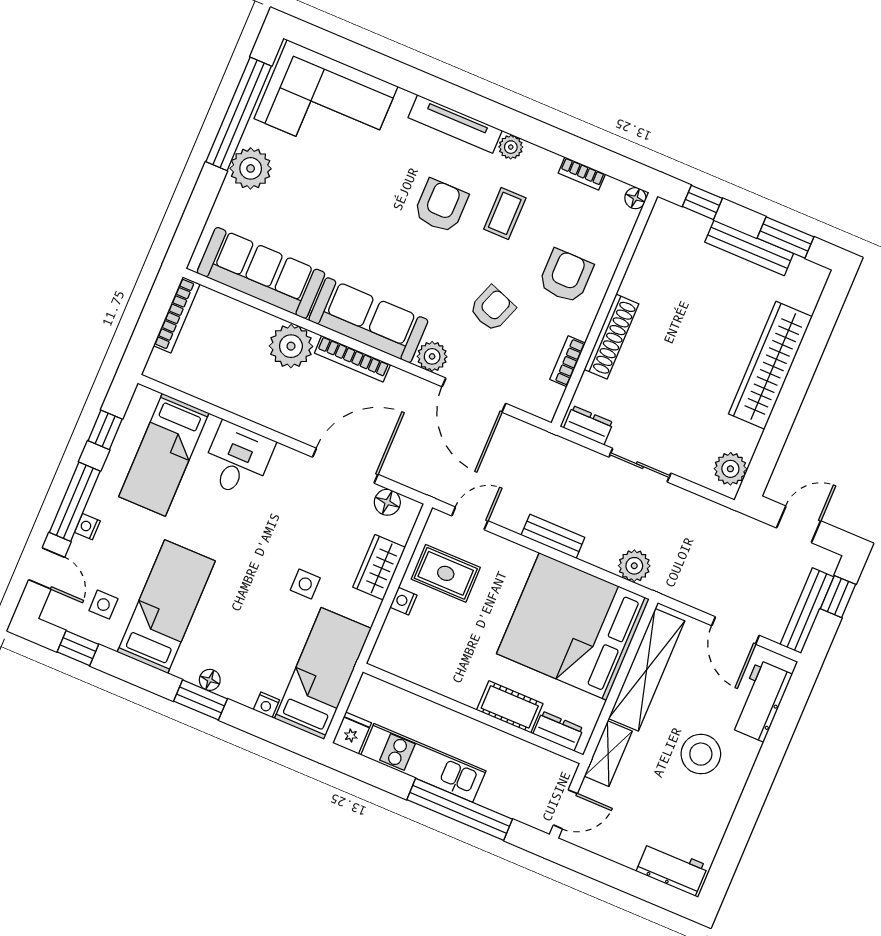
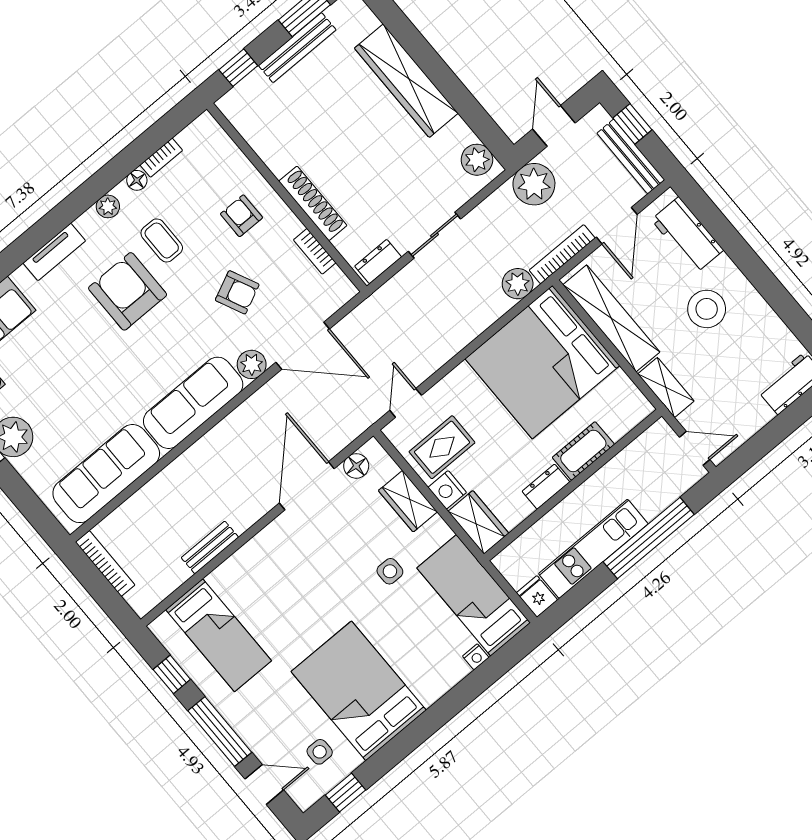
tv unit: (455, 124) -> (54, 252), width x0.71
floor lamp: (635, 198) -> (137, 180), moved
armchair: (441, 206) -> (128, 291), width x1.36, depth x1.36
armchair: (566, 276) -> (241, 216), width x0.72, depth x0.72
armchair: (492, 309) -> (237, 292), turned 135
plant: (291, 346) -> (534, 184), moved
bookcase: (352, 359) -> (562, 254), moved, turned 180
desk: (237, 460) -> (255, 575), removed
nightstand: (87, 527) -> (246, 732), removed
bench: (553, 536) -> (210, 547), moved
nightstand: (403, 601) -> (447, 490), width x1.39, depth x1.35
bed: (166, 607) -> (359, 691), width x1.50
door: (735, 631) -> (617, 226), hinge flipped
wardrobe: (393, 643) -> (478, 522), added
floor lamp: (210, 680) -> (430, 694), removed
window: (201, 700) -> (443, 711), removed
dresser: (558, 731) -> (546, 487), moved
door: (565, 809) -> (695, 448), hinge flipped

